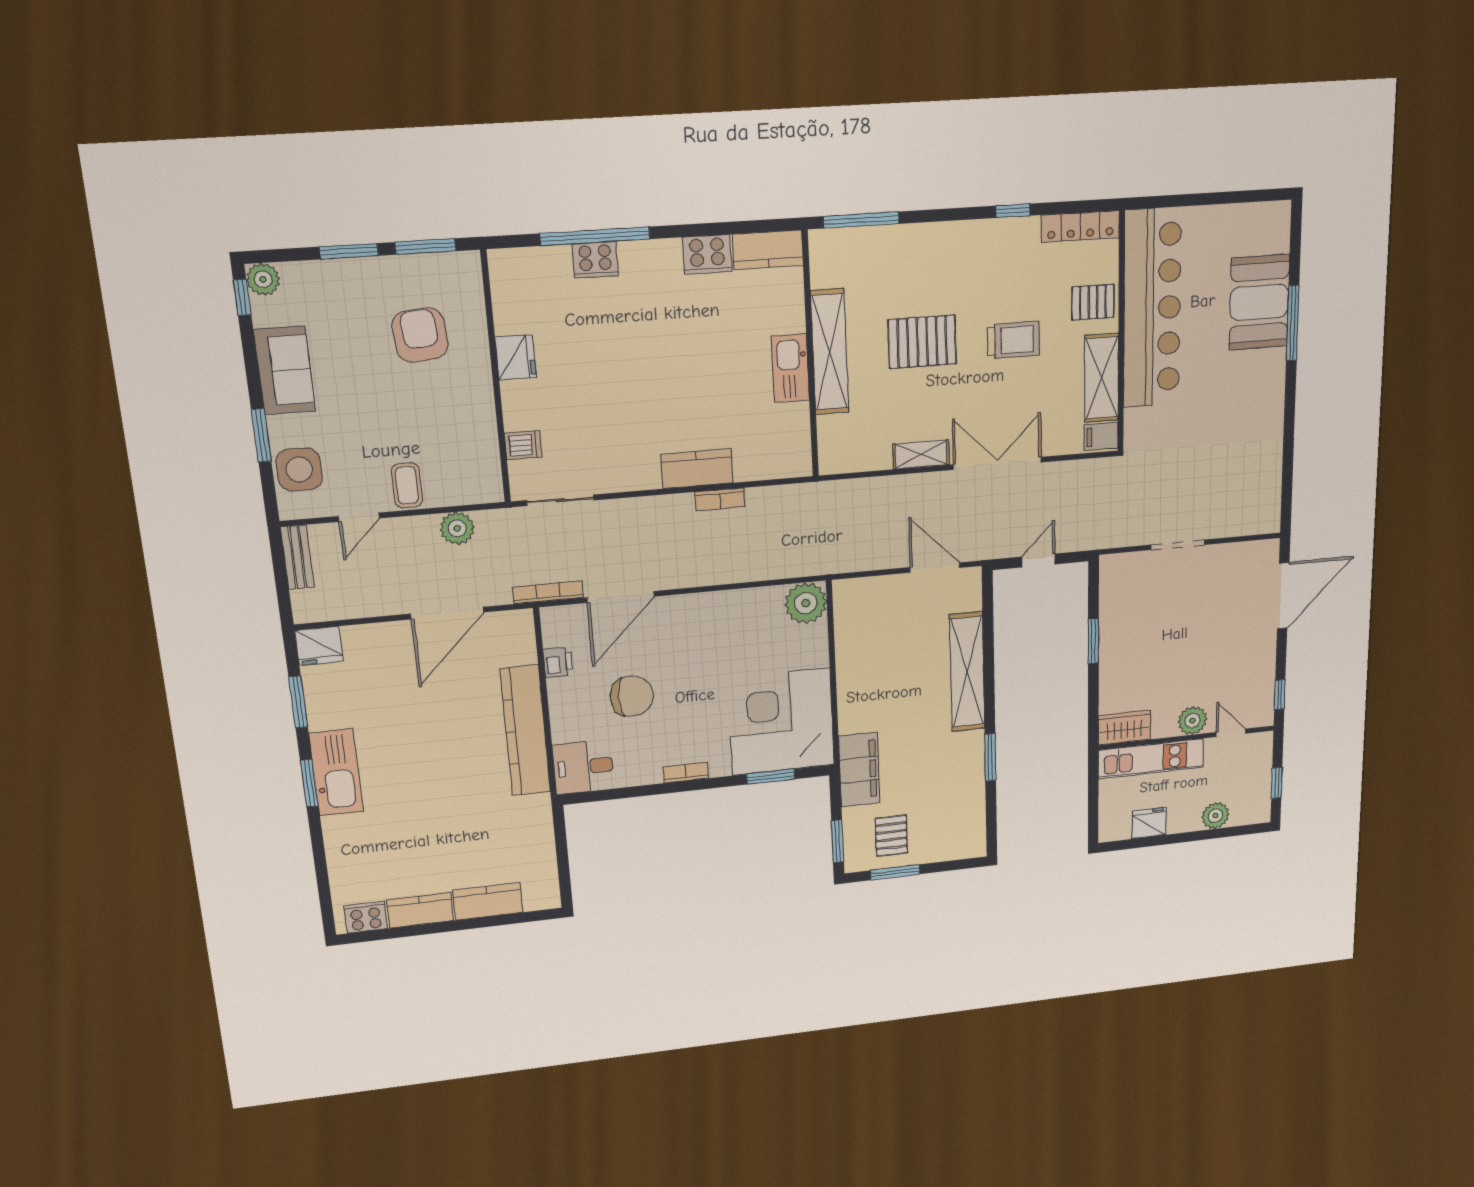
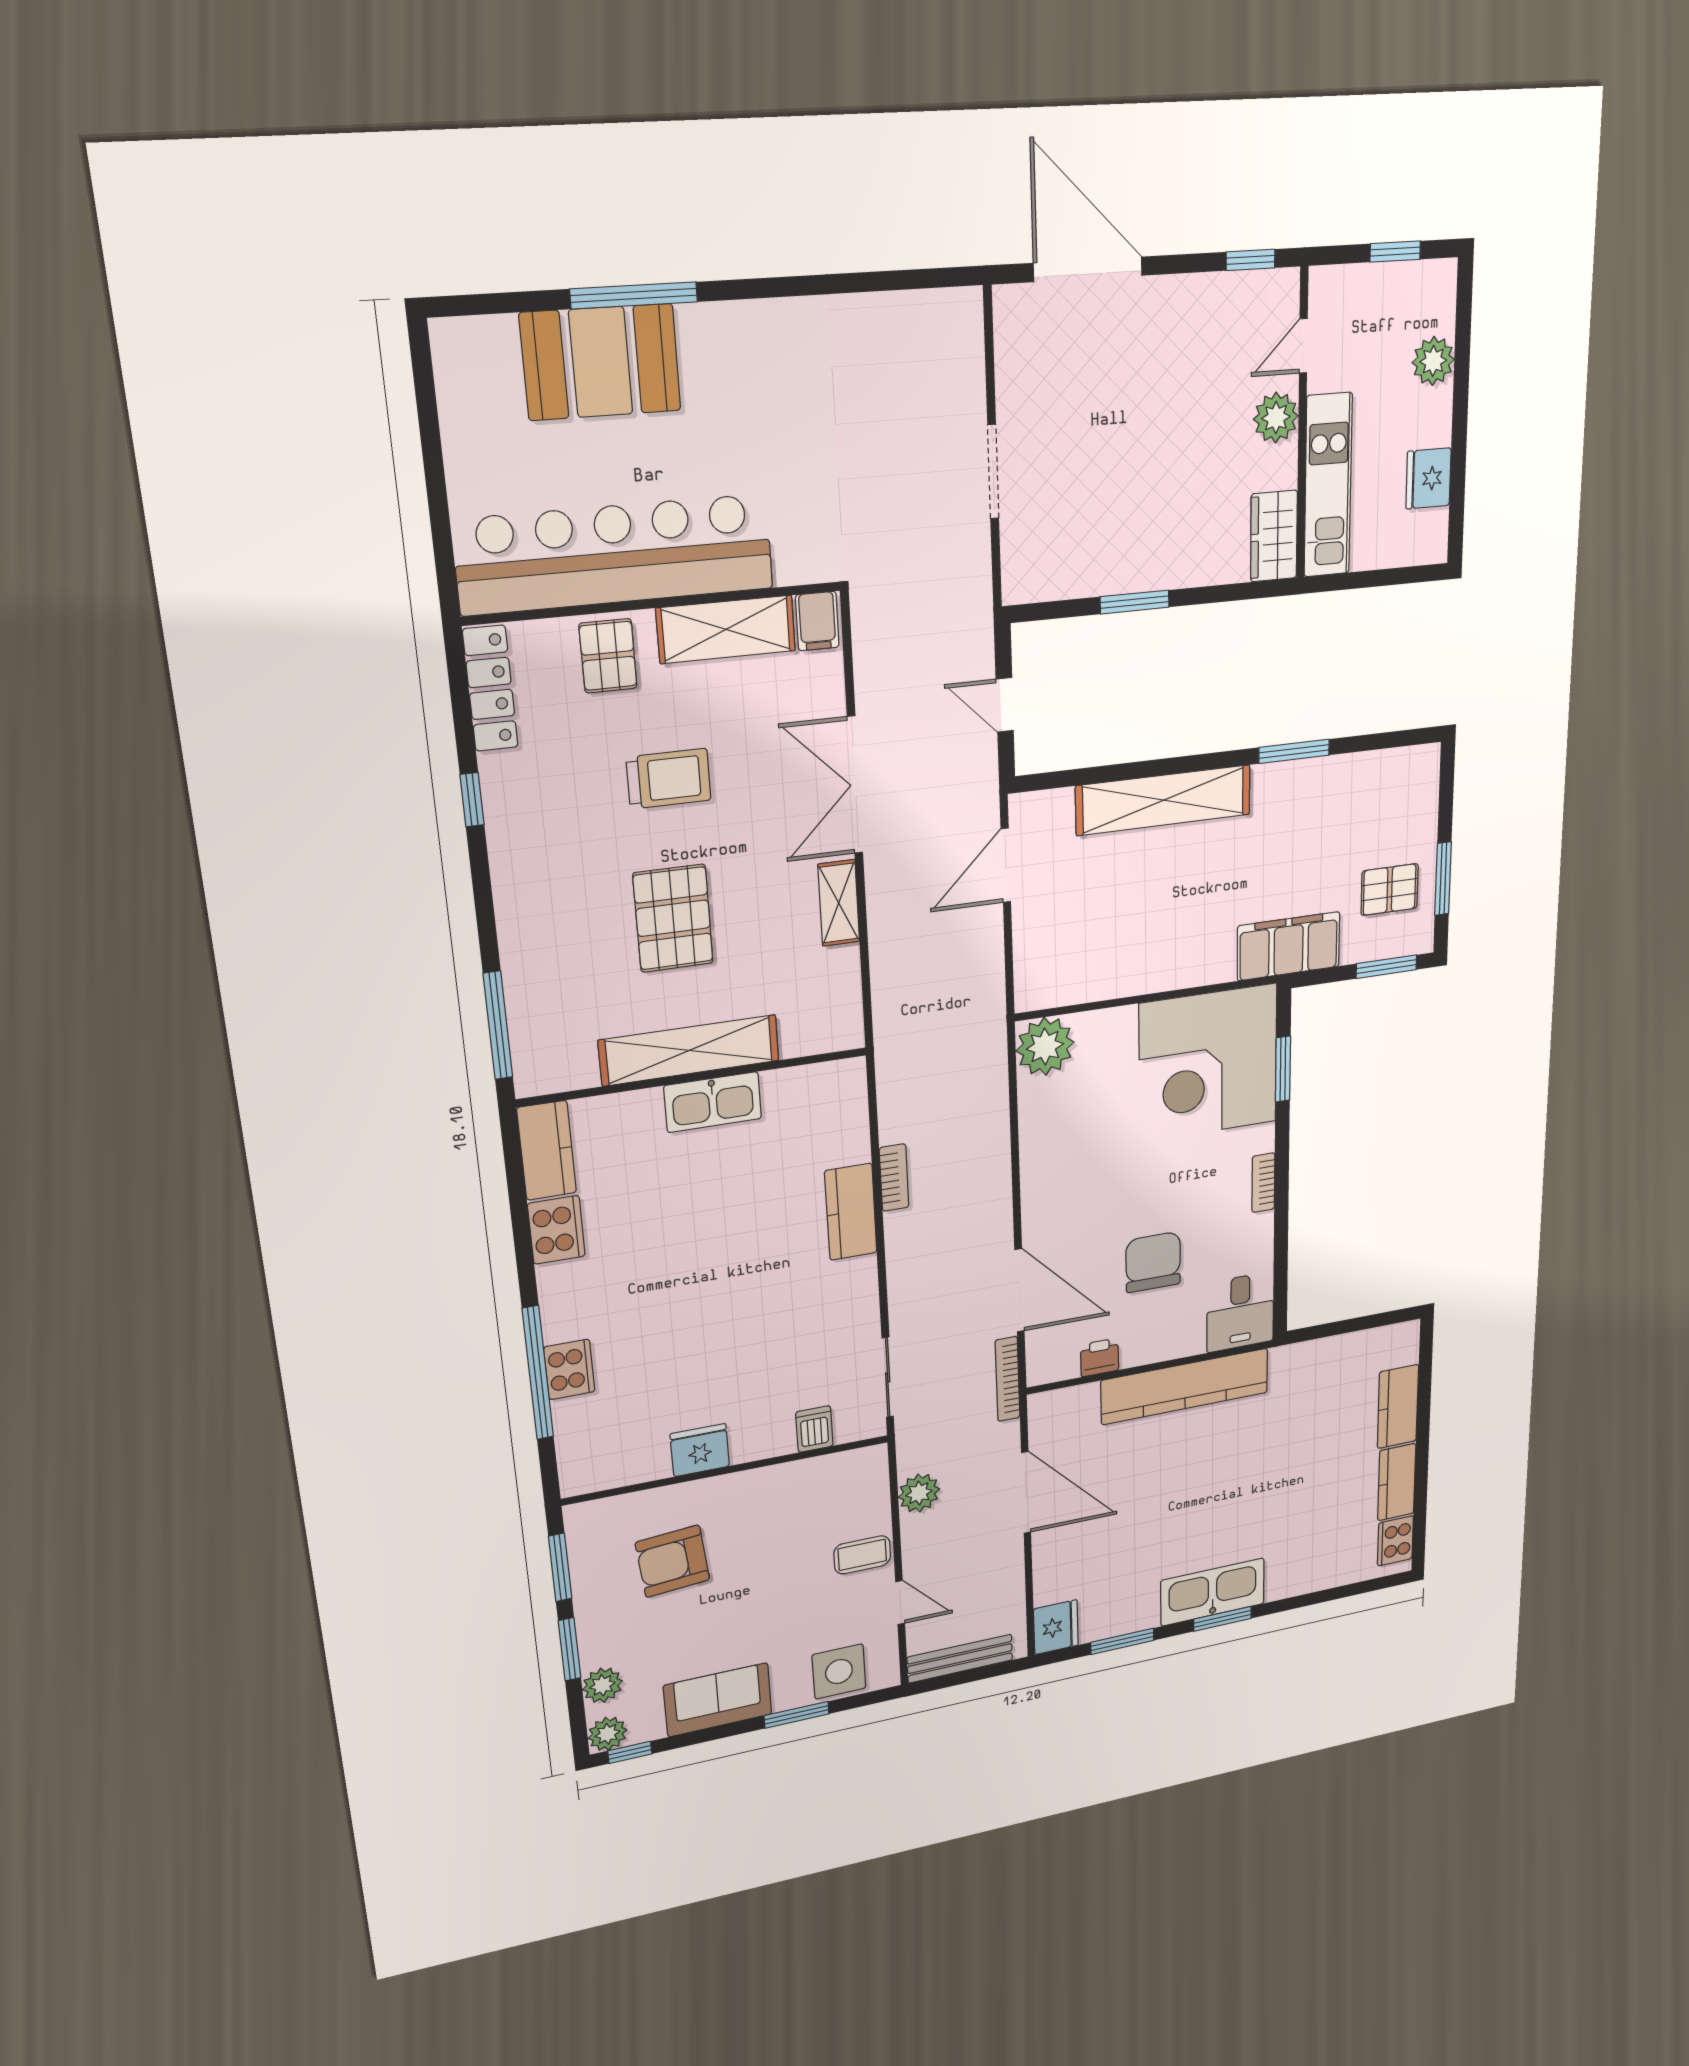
plant: (311, 277) -> (602, 1685), added
trolley: (1014, 340) -> (669, 779), turned 90
bench: (297, 557) -> (960, 1659), width x1.36

